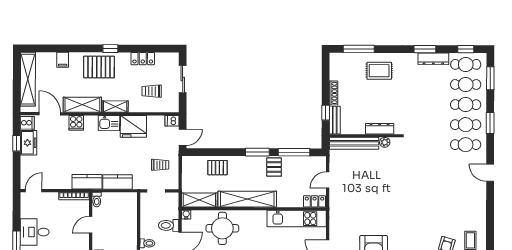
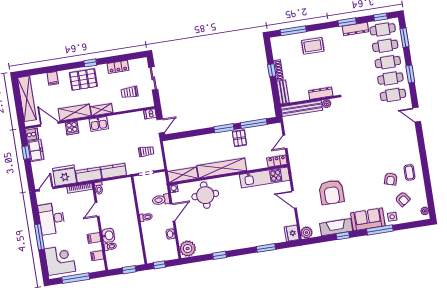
window: (326, 113) -> (272, 70), moved
fridge: (133, 126) -> (65, 176), moved, turned 180
pallet: (217, 168) -> (193, 146), removed
desk: (35, 232) -> (52, 219), width x1.37

